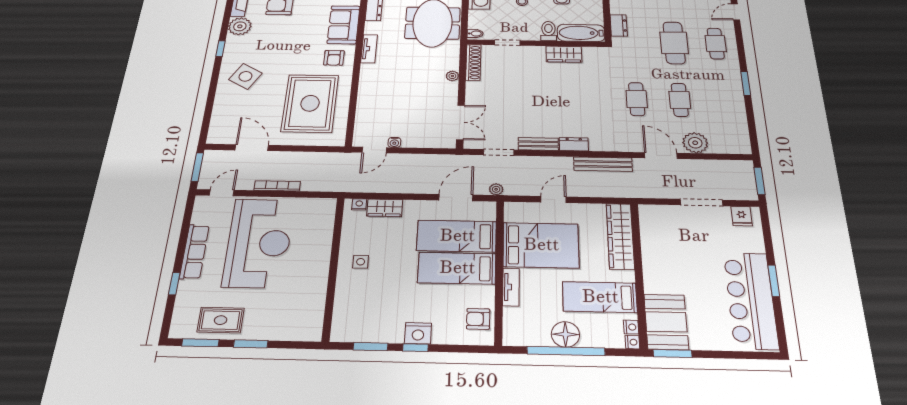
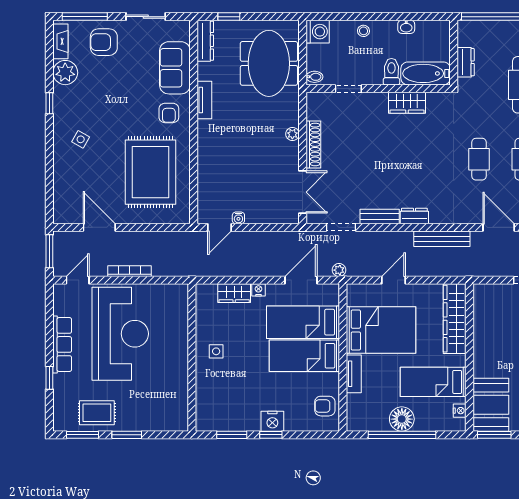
shoe rack: (473, 62) -> (313, 144), moved
side table: (245, 76) -> (81, 139), width x0.54, depth x0.54
nightstand: (359, 204) -> (258, 290), moved
nightstand: (632, 342) -> (460, 425), removed

